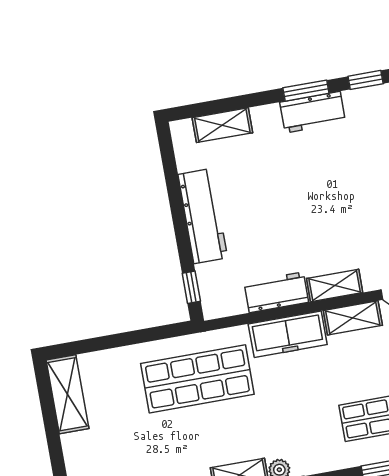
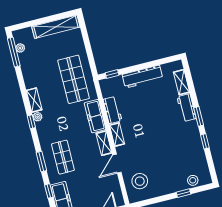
workbench: (313, 112) -> (187, 108), moved
shelving: (68, 394) -> (56, 27), width x1.47

